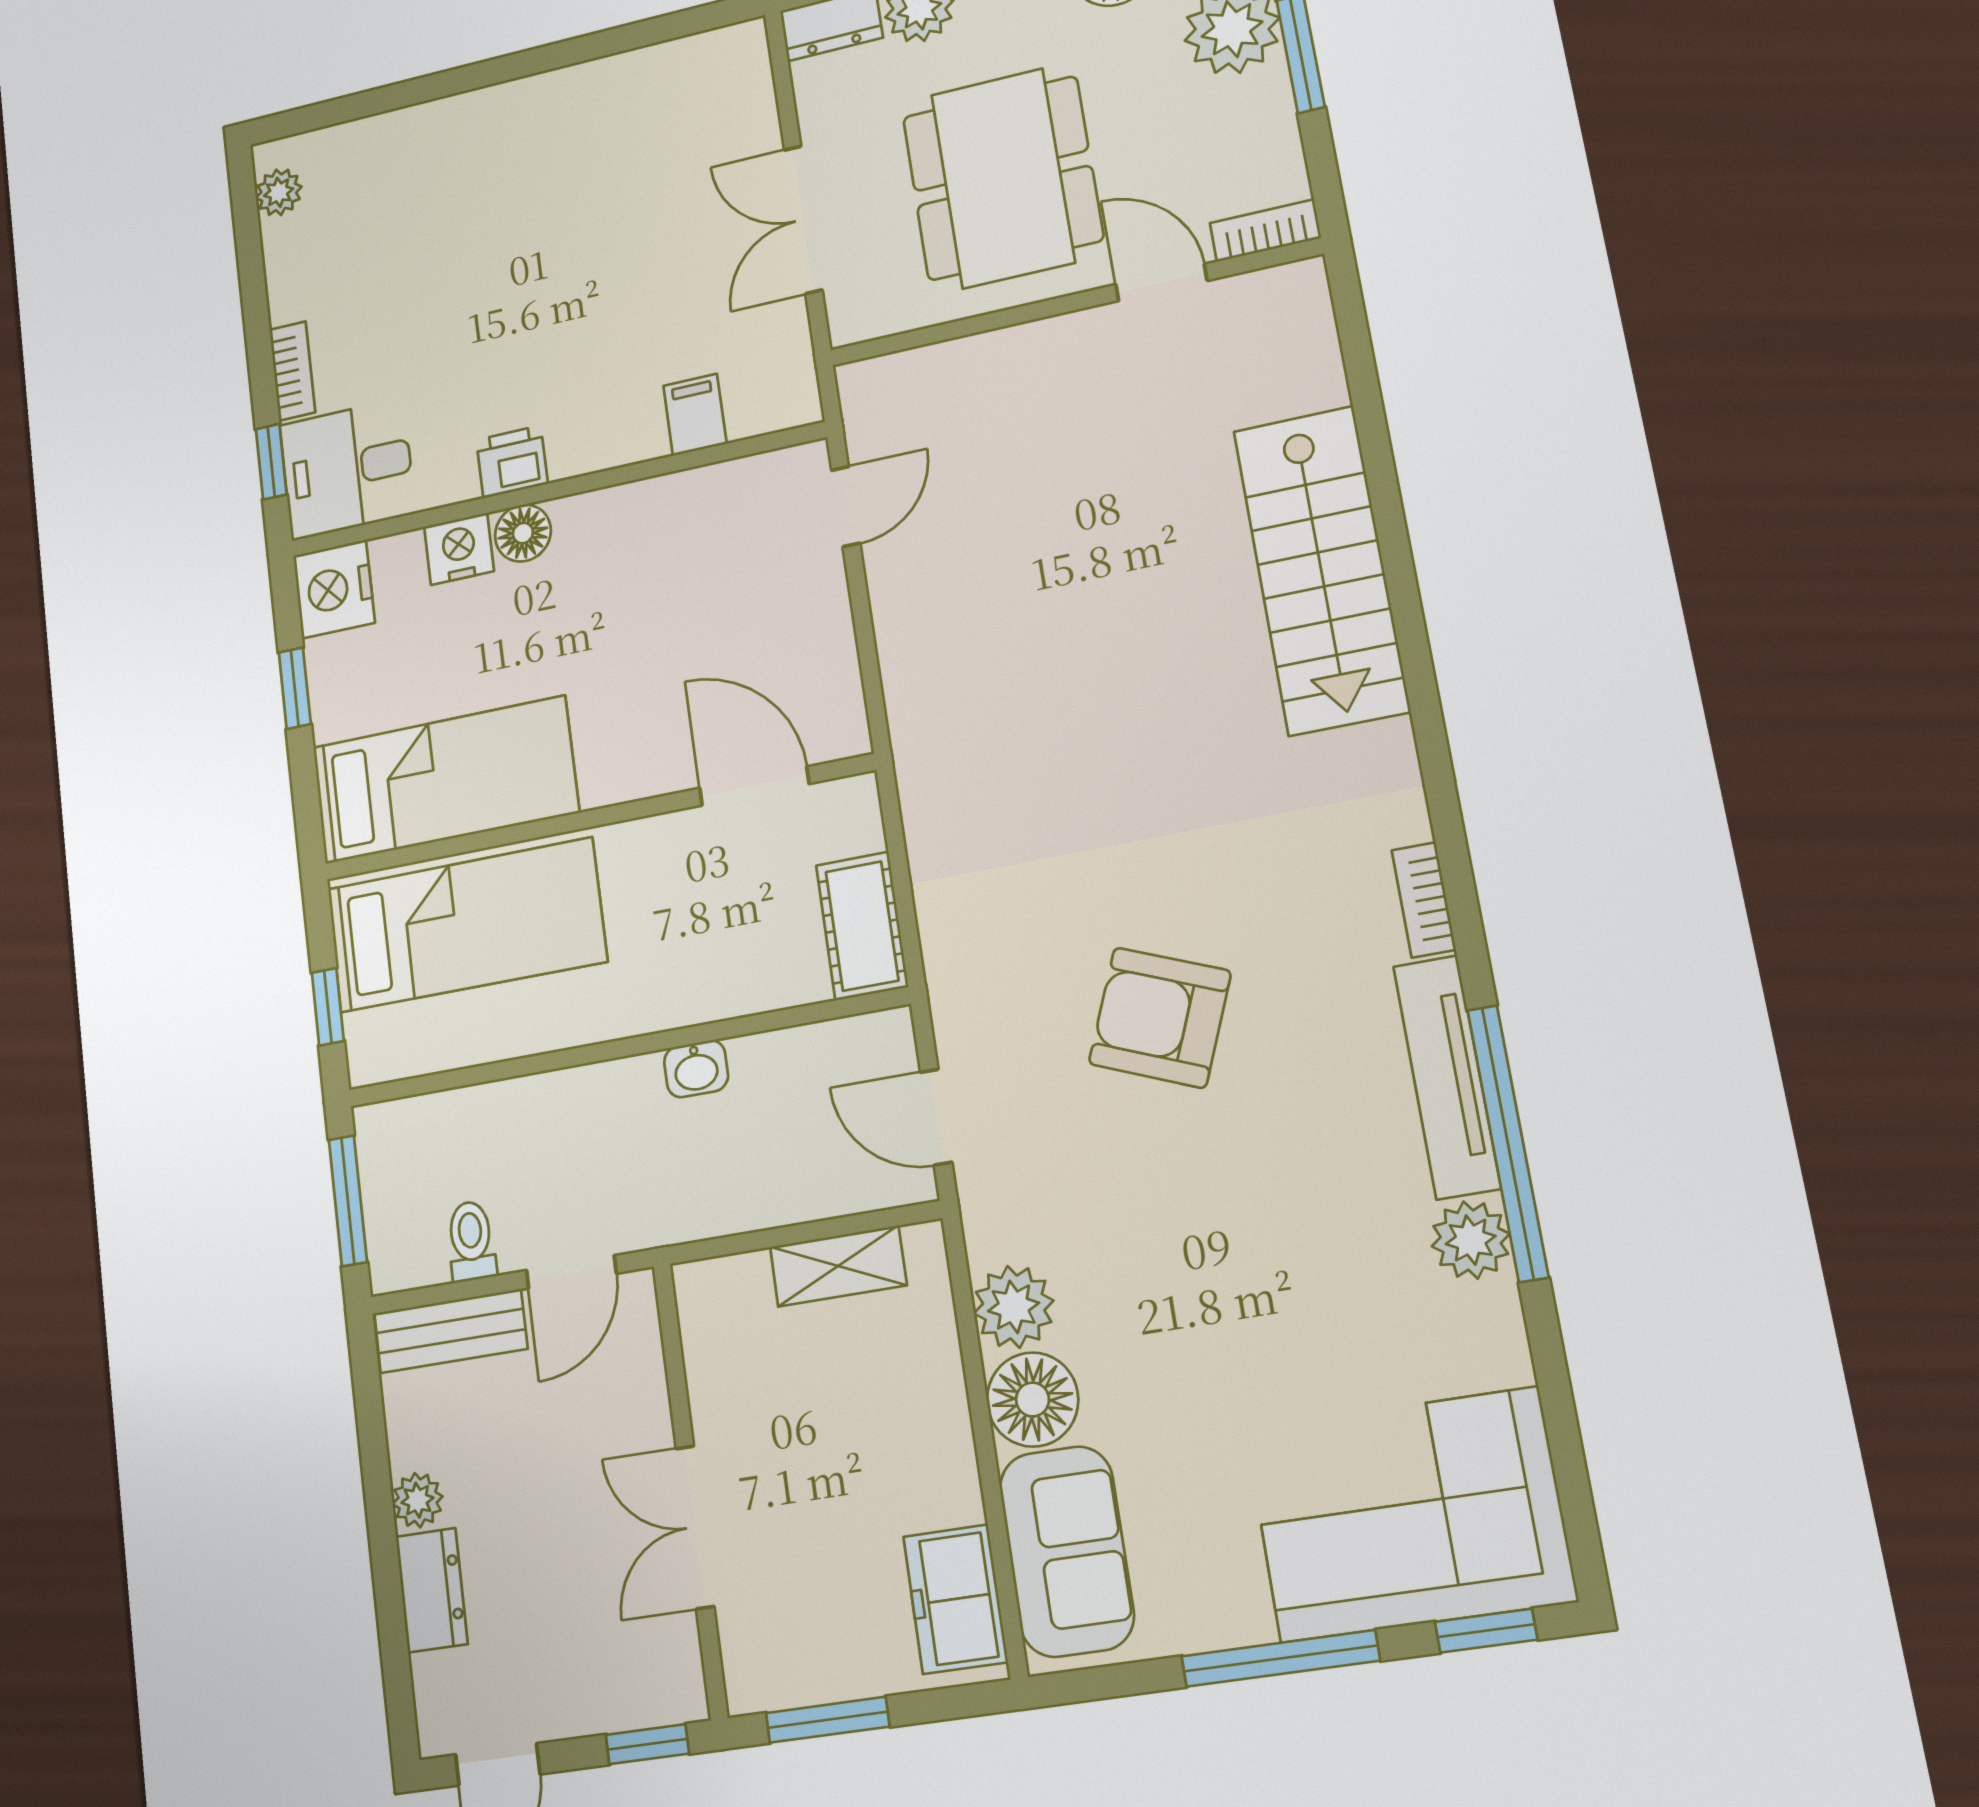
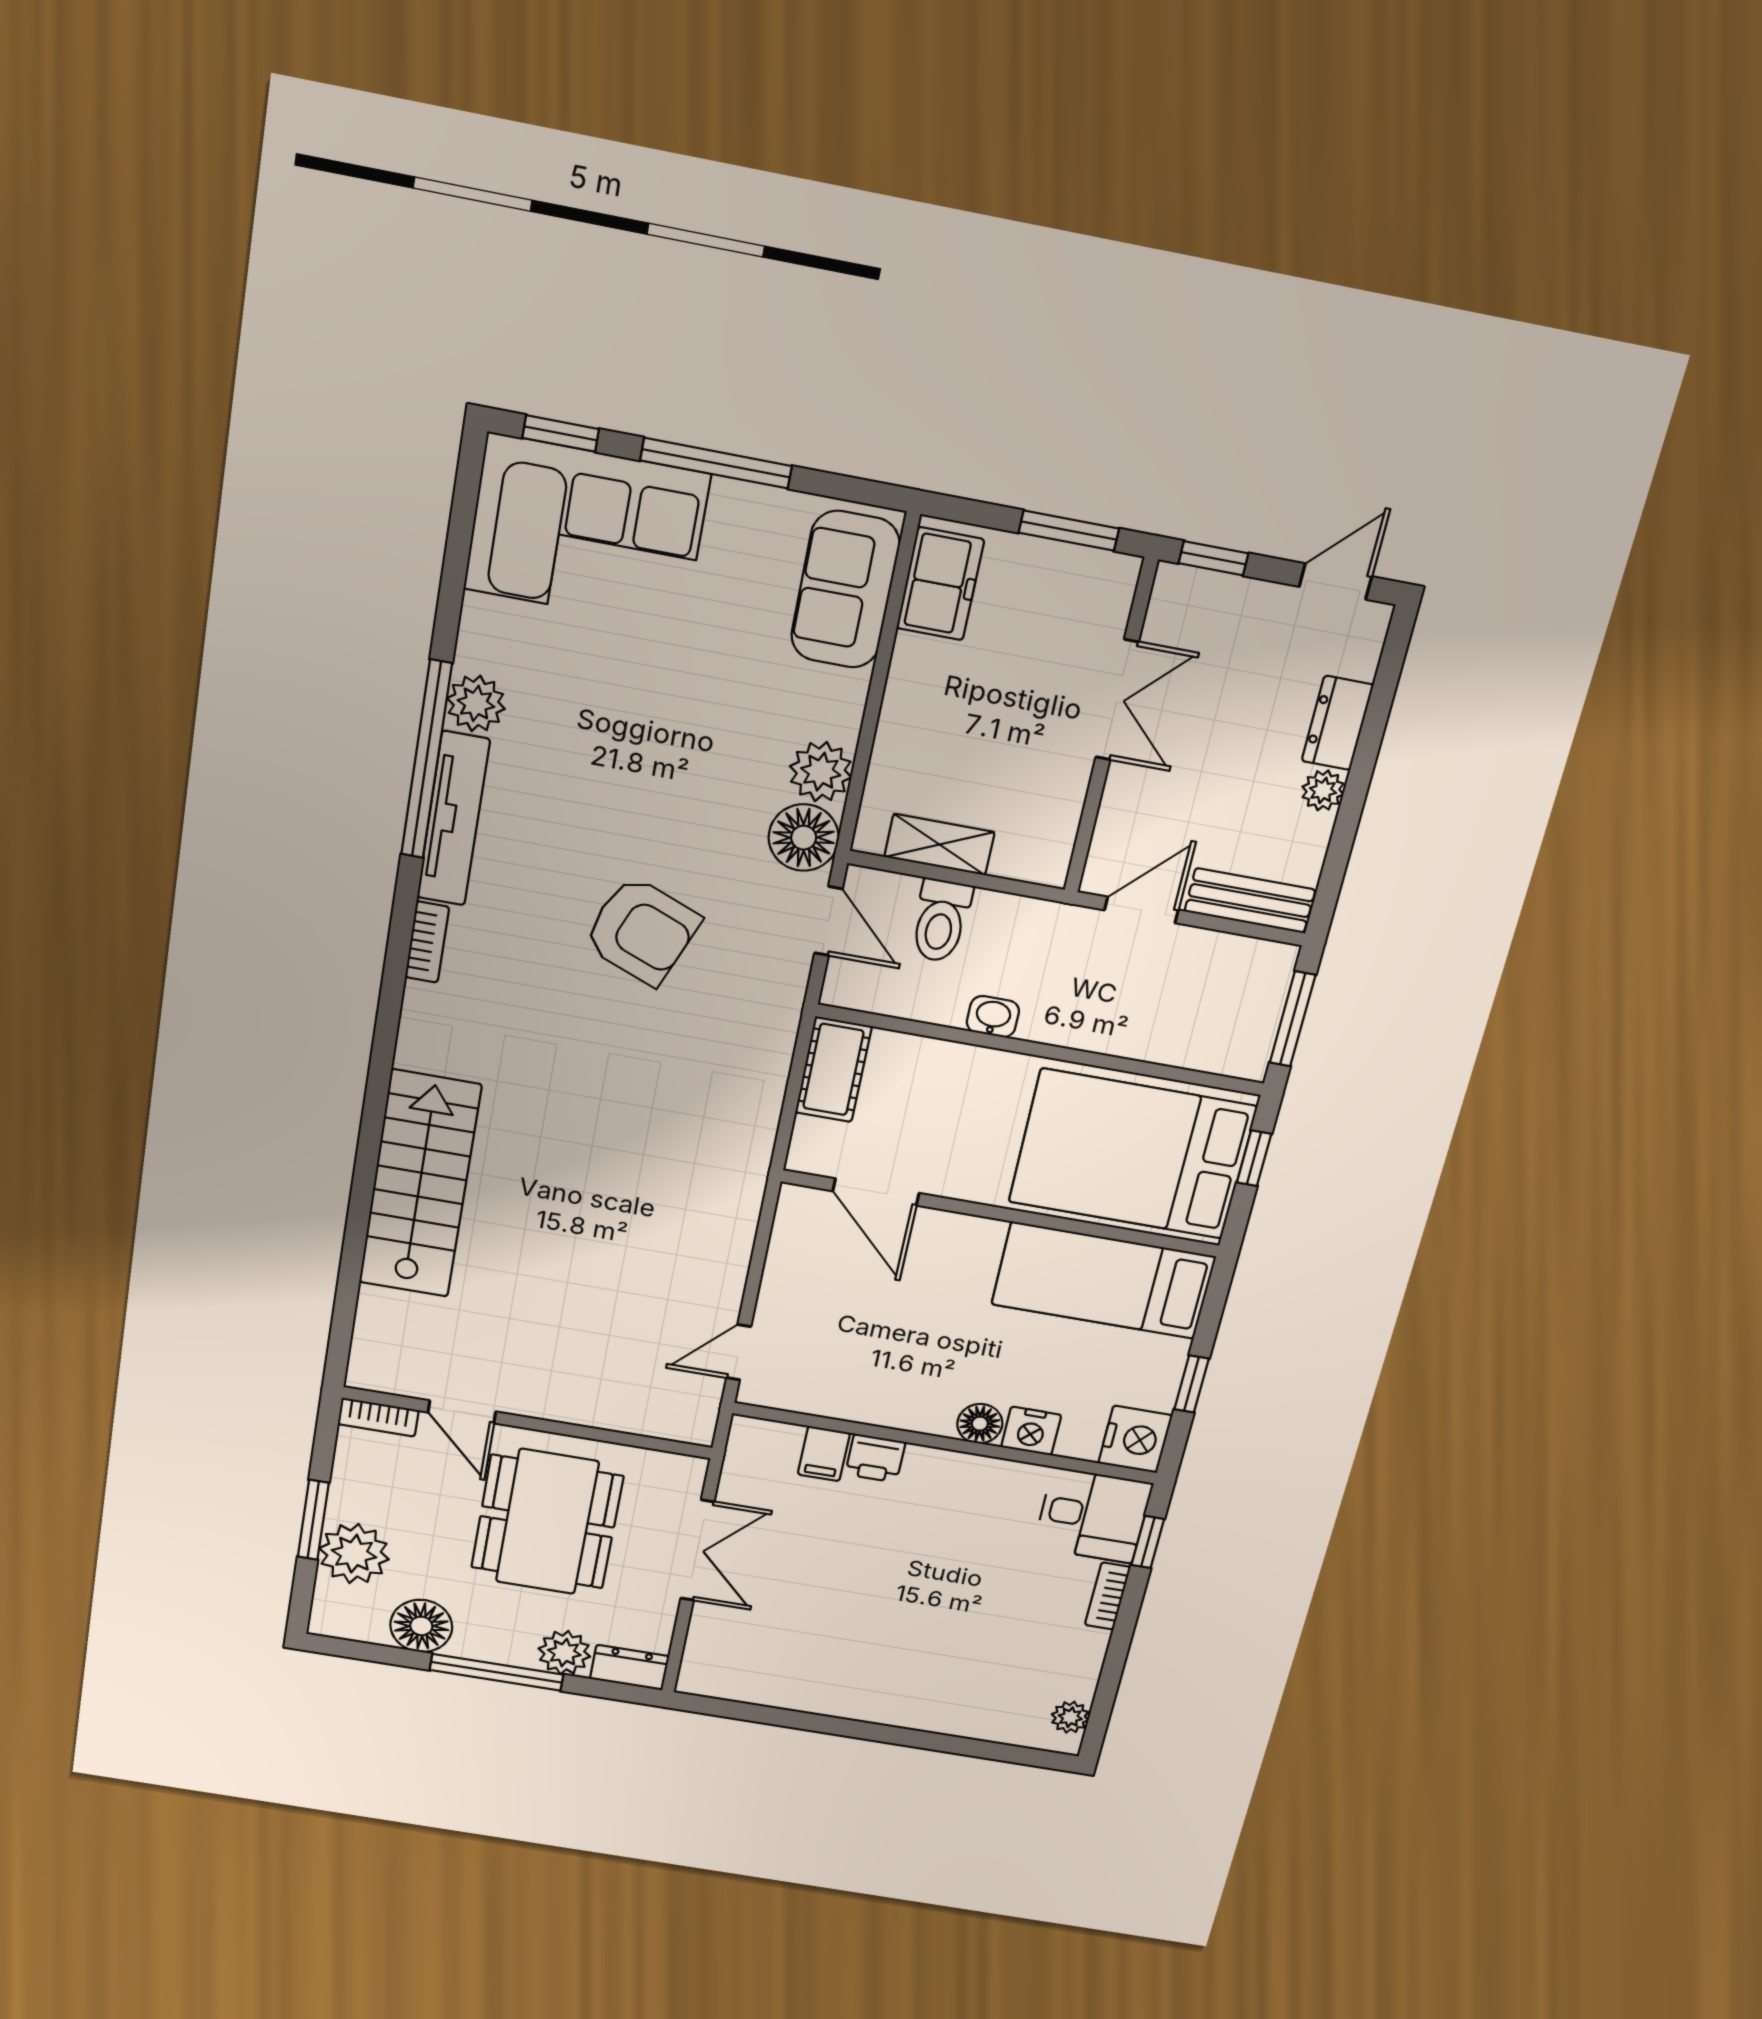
printer: (512, 462) -> (875, 1458), moved
bed: (466, 925) -> (1132, 1154), width x1.50
toilet: (471, 1241) -> (941, 921), moved, width x1.37, depth x1.39
floor lamp: (1033, 1400) -> (804, 838), moved

